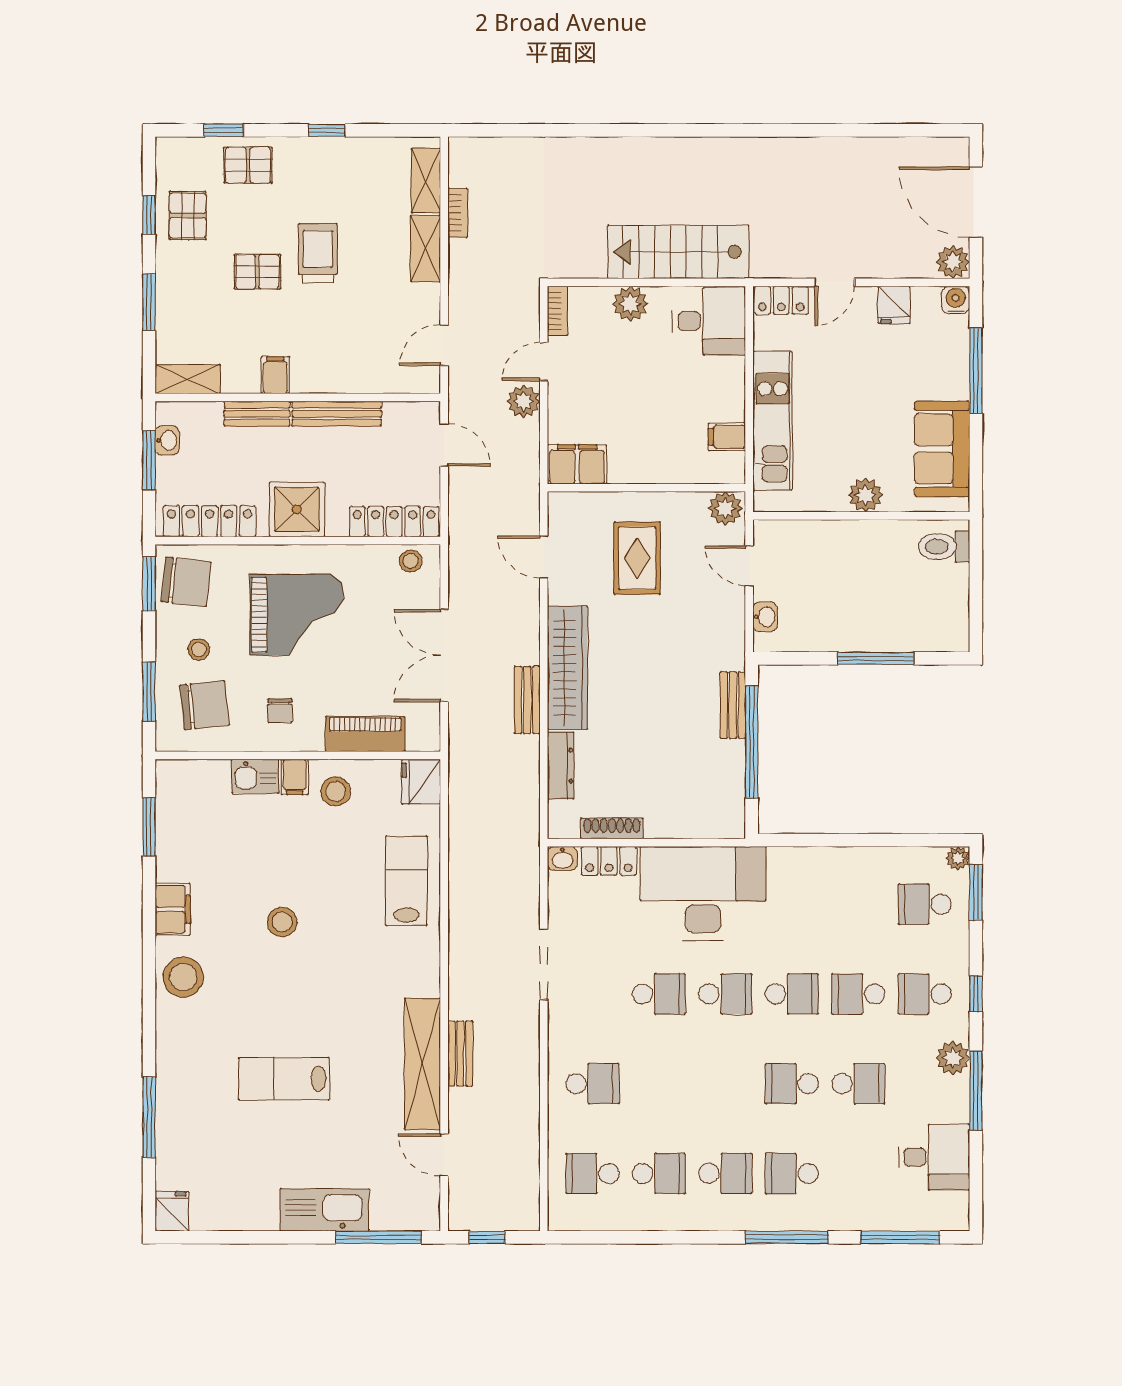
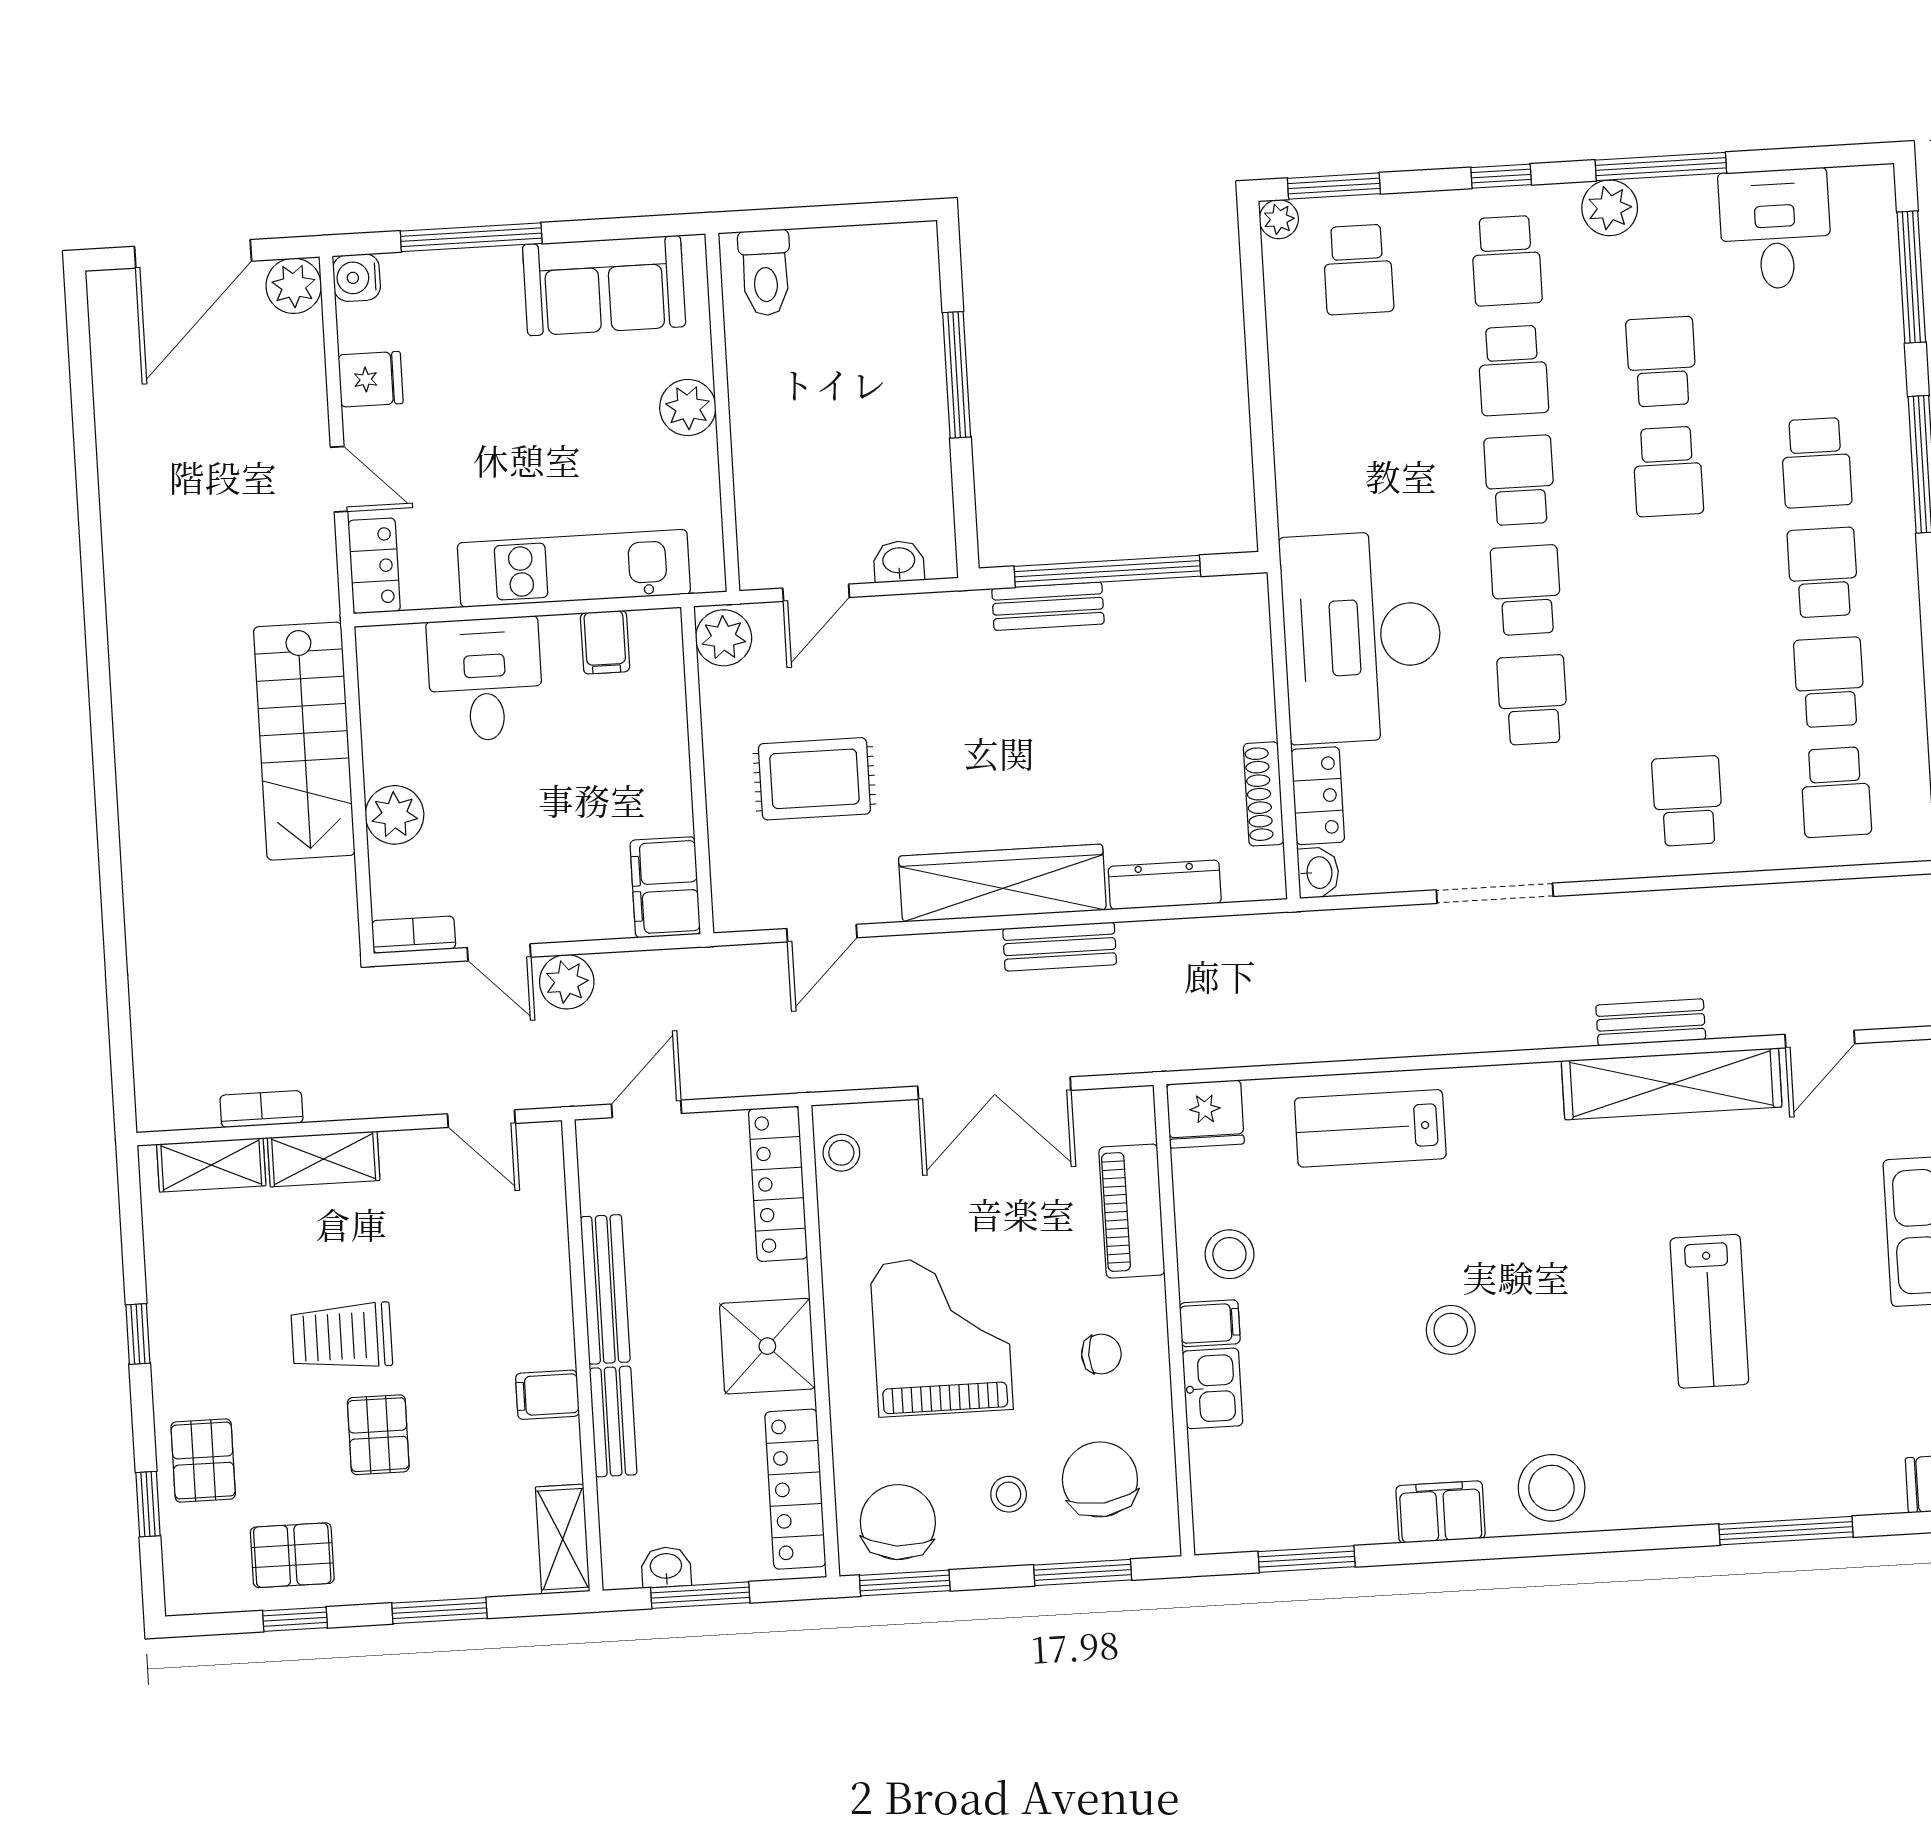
desk: (709, 321) -> (485, 679), moved

